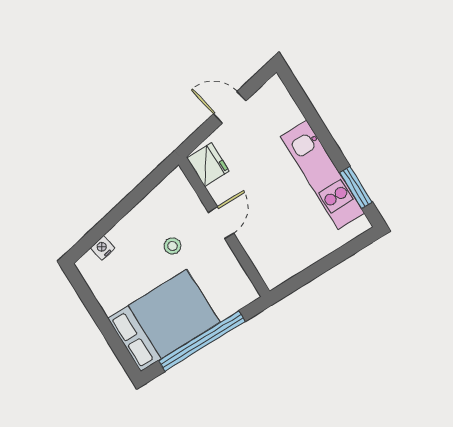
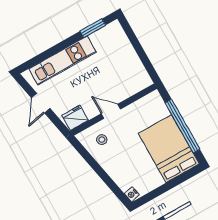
kitchen unit: (322, 175) -> (63, 60), moved
stool: (172, 246) -> (102, 140), moved
nightstand: (103, 248) -> (132, 194), moved

